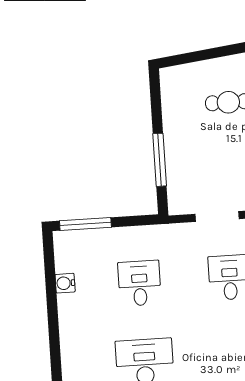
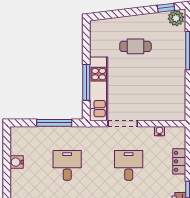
kitchen unit: (179, 168) -> (99, 89), added
window: (85, 224) -> (54, 123), moved

